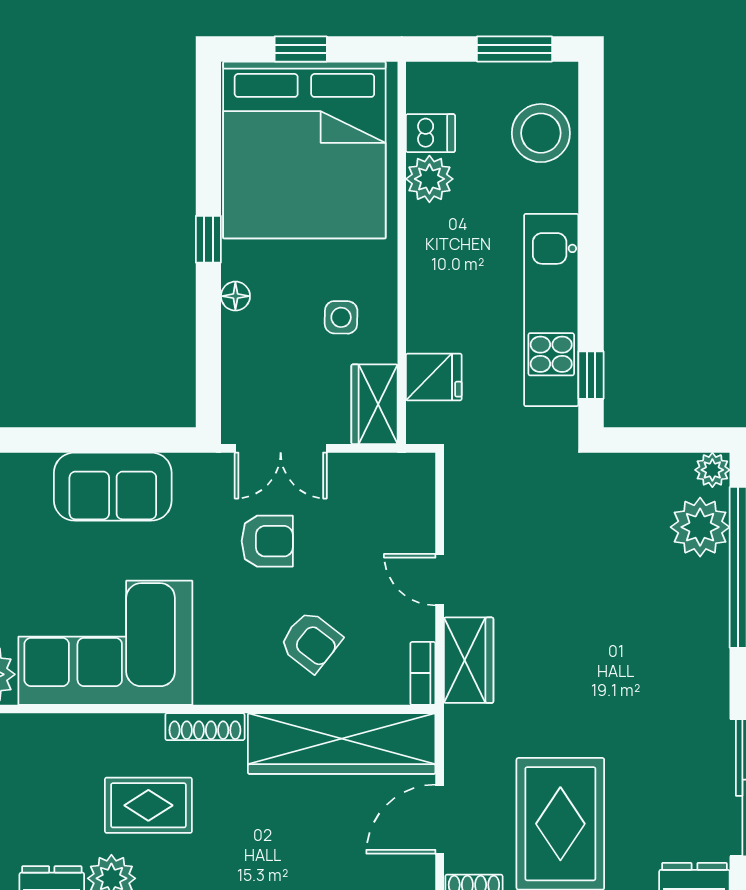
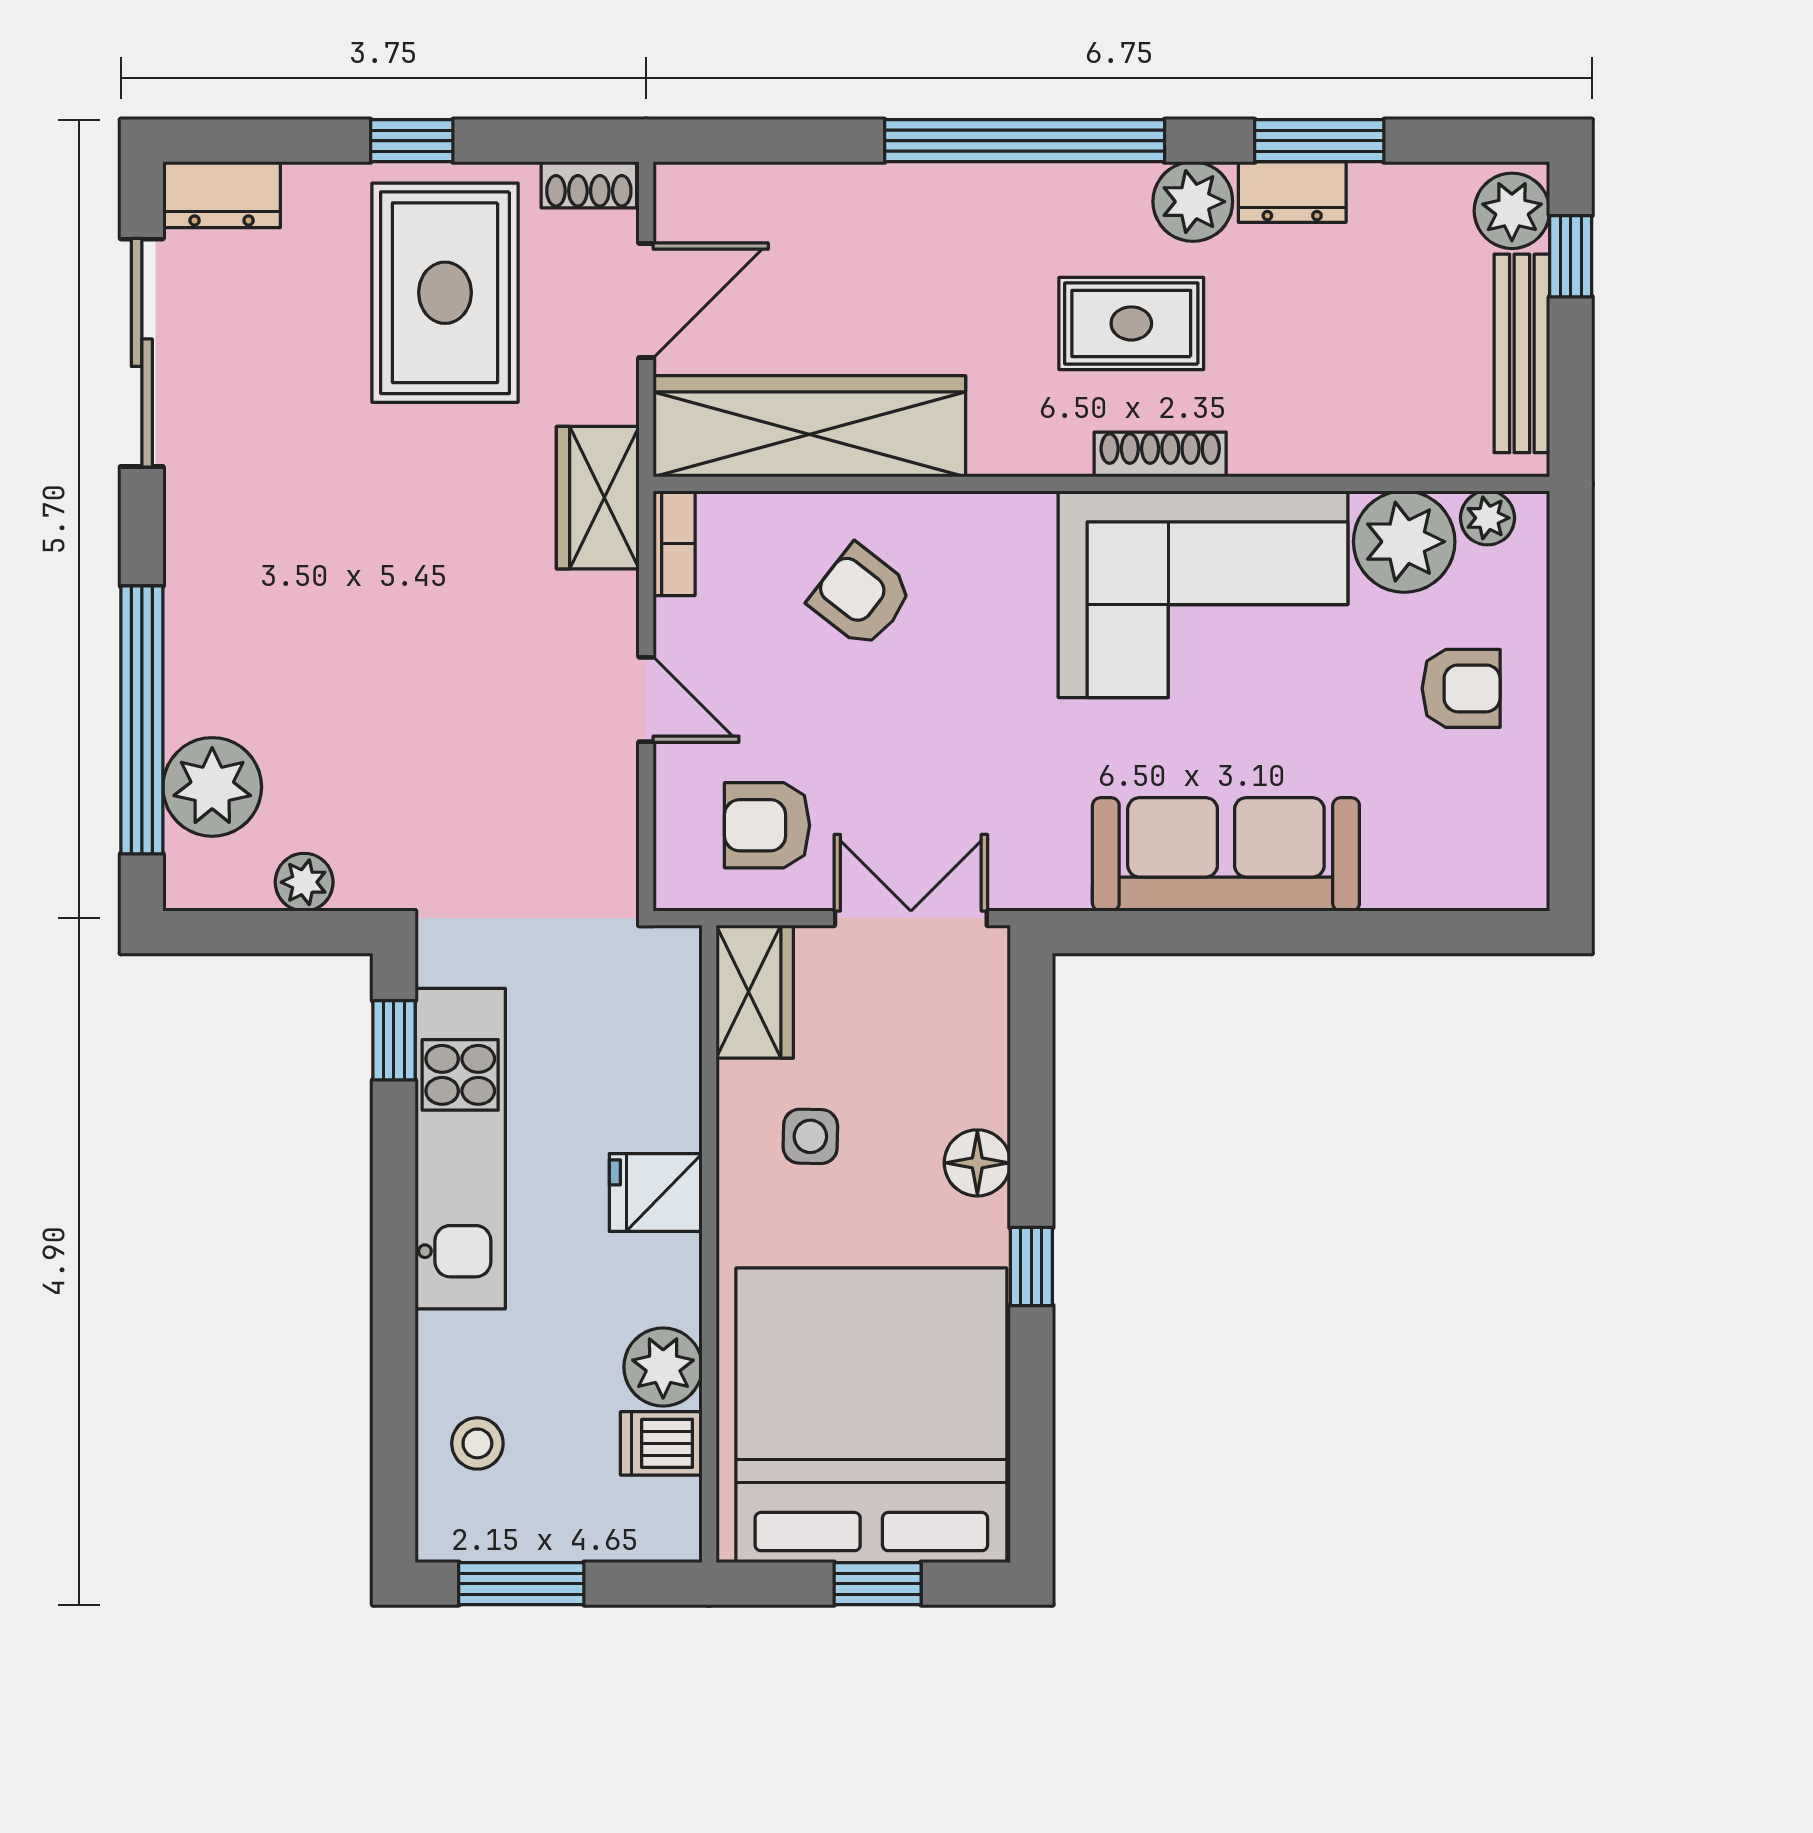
stool: (541, 133) -> (477, 1443), width x0.53, depth x0.53
floor lamp: (235, 296) -> (977, 1163), width x1.37, depth x1.37
fridge: (434, 377) -> (656, 1193), moved
plant: (712, 470) -> (304, 882), moved
sofa: (113, 487) -> (1226, 854), width x1.36
armchair: (267, 541) -> (767, 825), moved
wardrobe: (469, 660) -> (598, 498), moved
shoe rack: (205, 727) -> (1160, 454), moved

